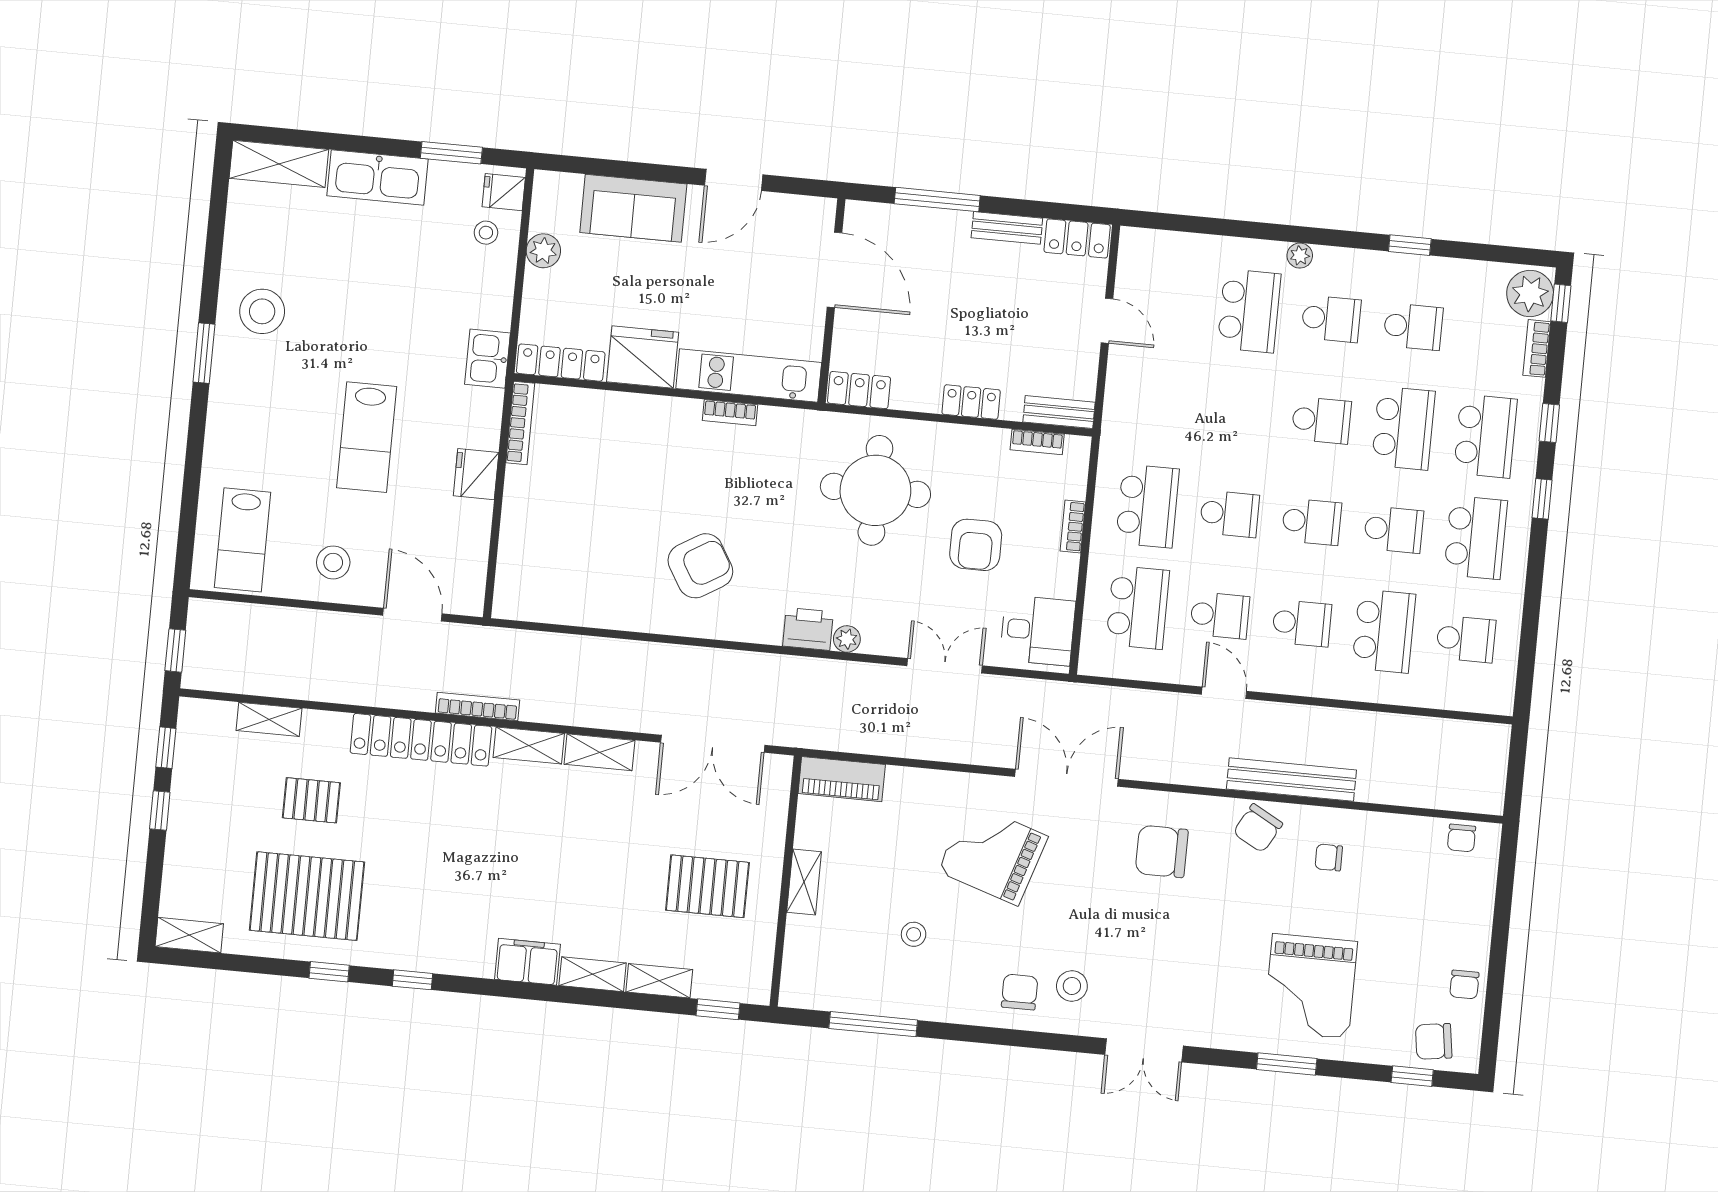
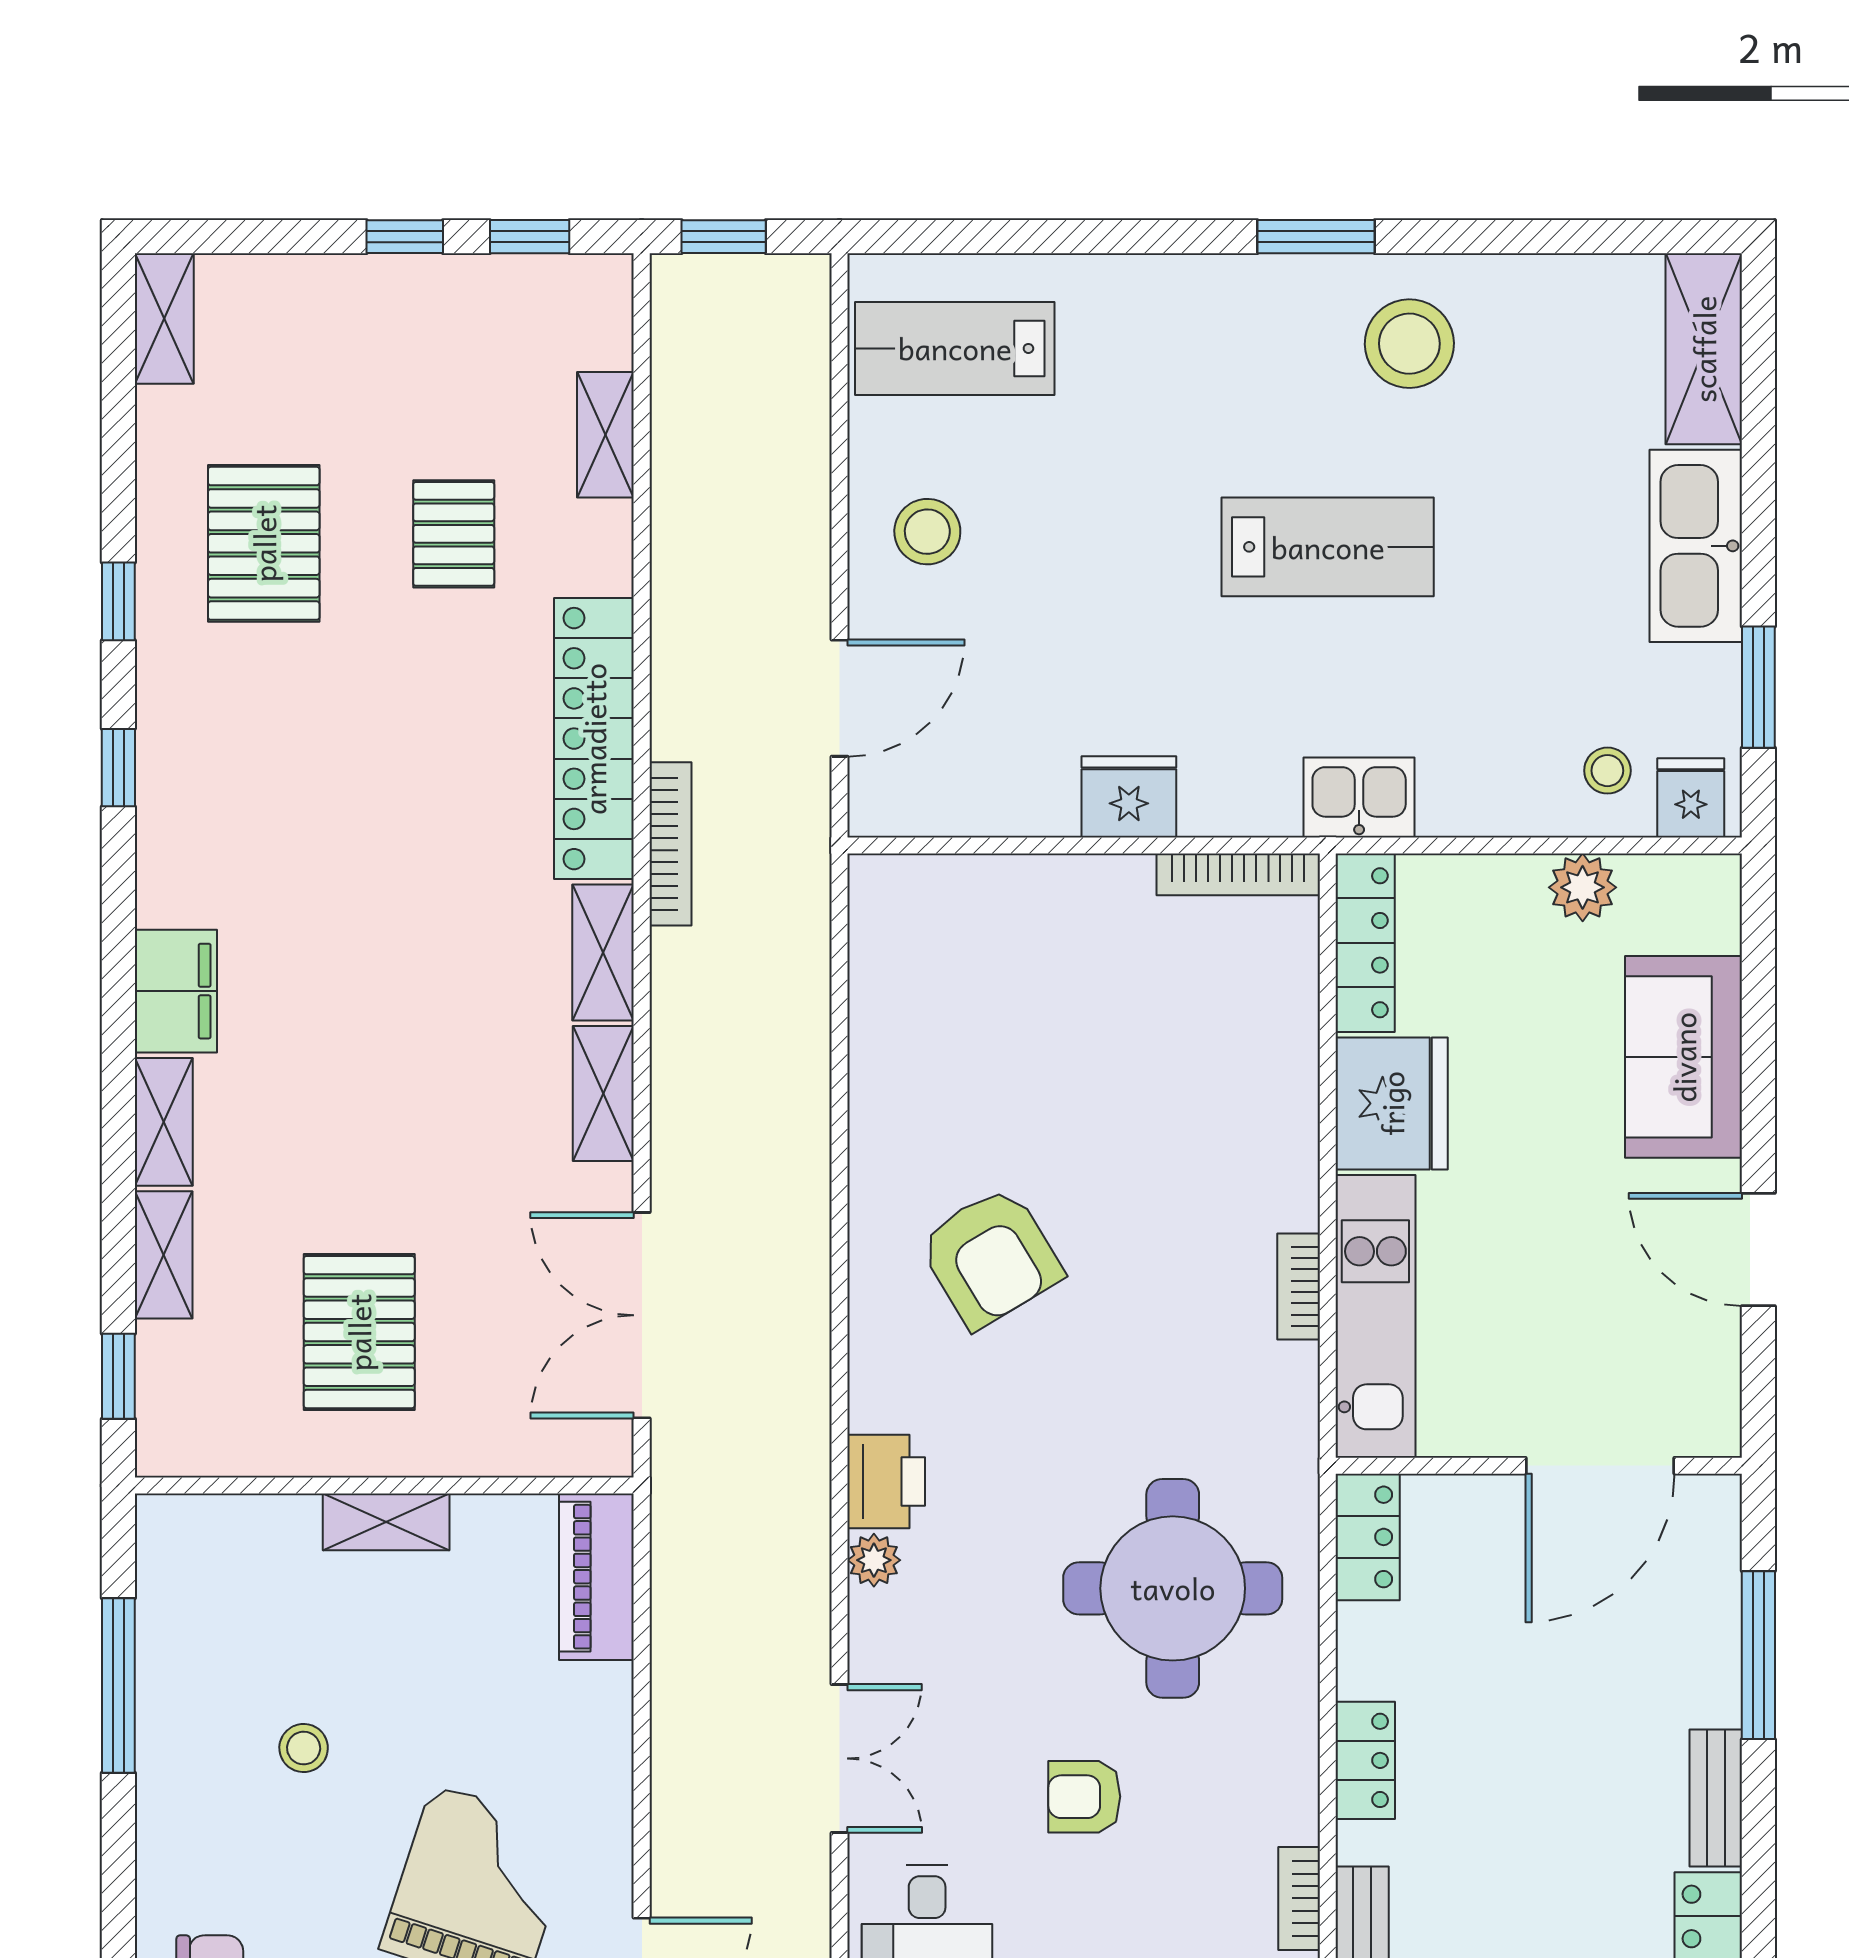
lab bench: (367, 437) -> (1328, 547), moved, turned 180
armchair: (976, 545) -> (1084, 1797), width x0.72, depth x0.72
pallet: (307, 896) -> (264, 543), width x0.73, depth x0.71

